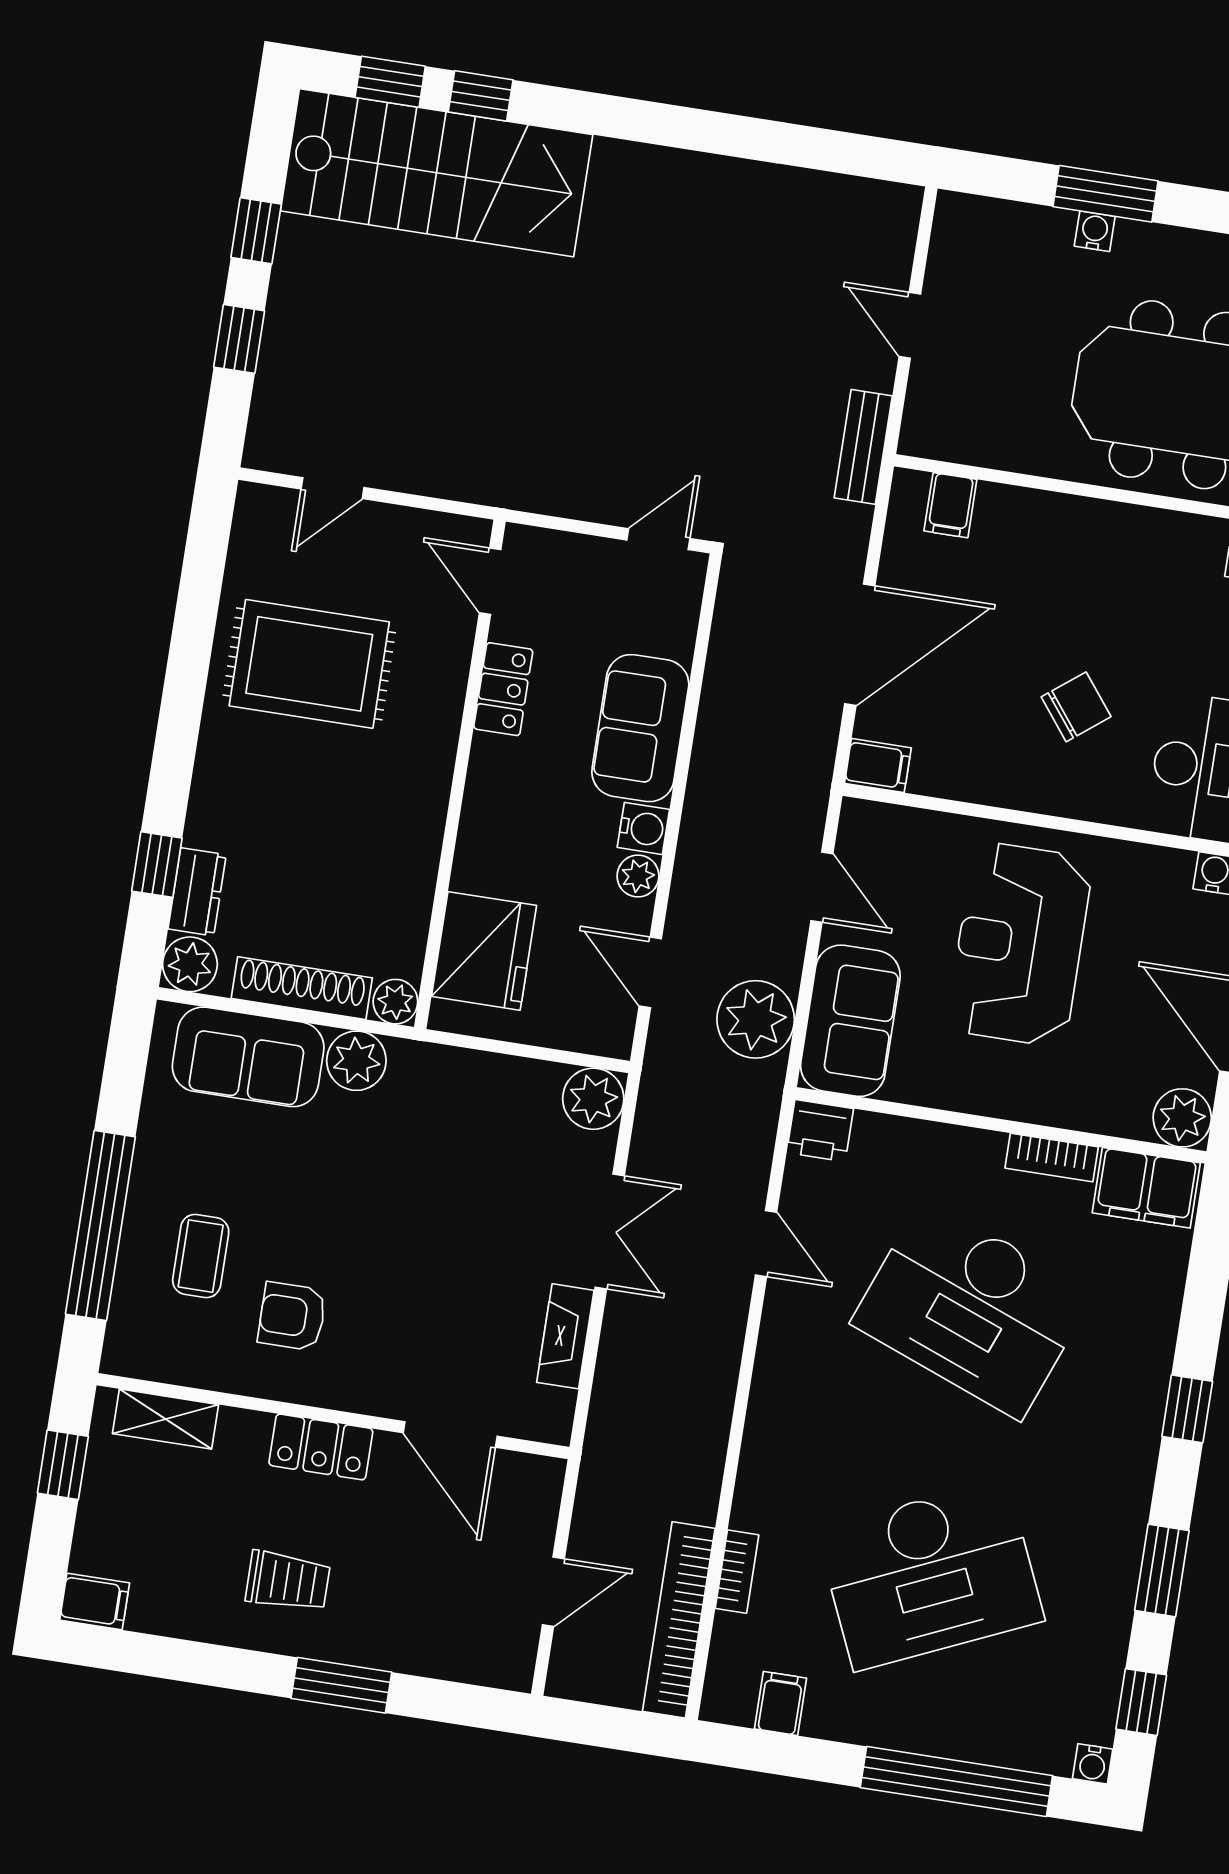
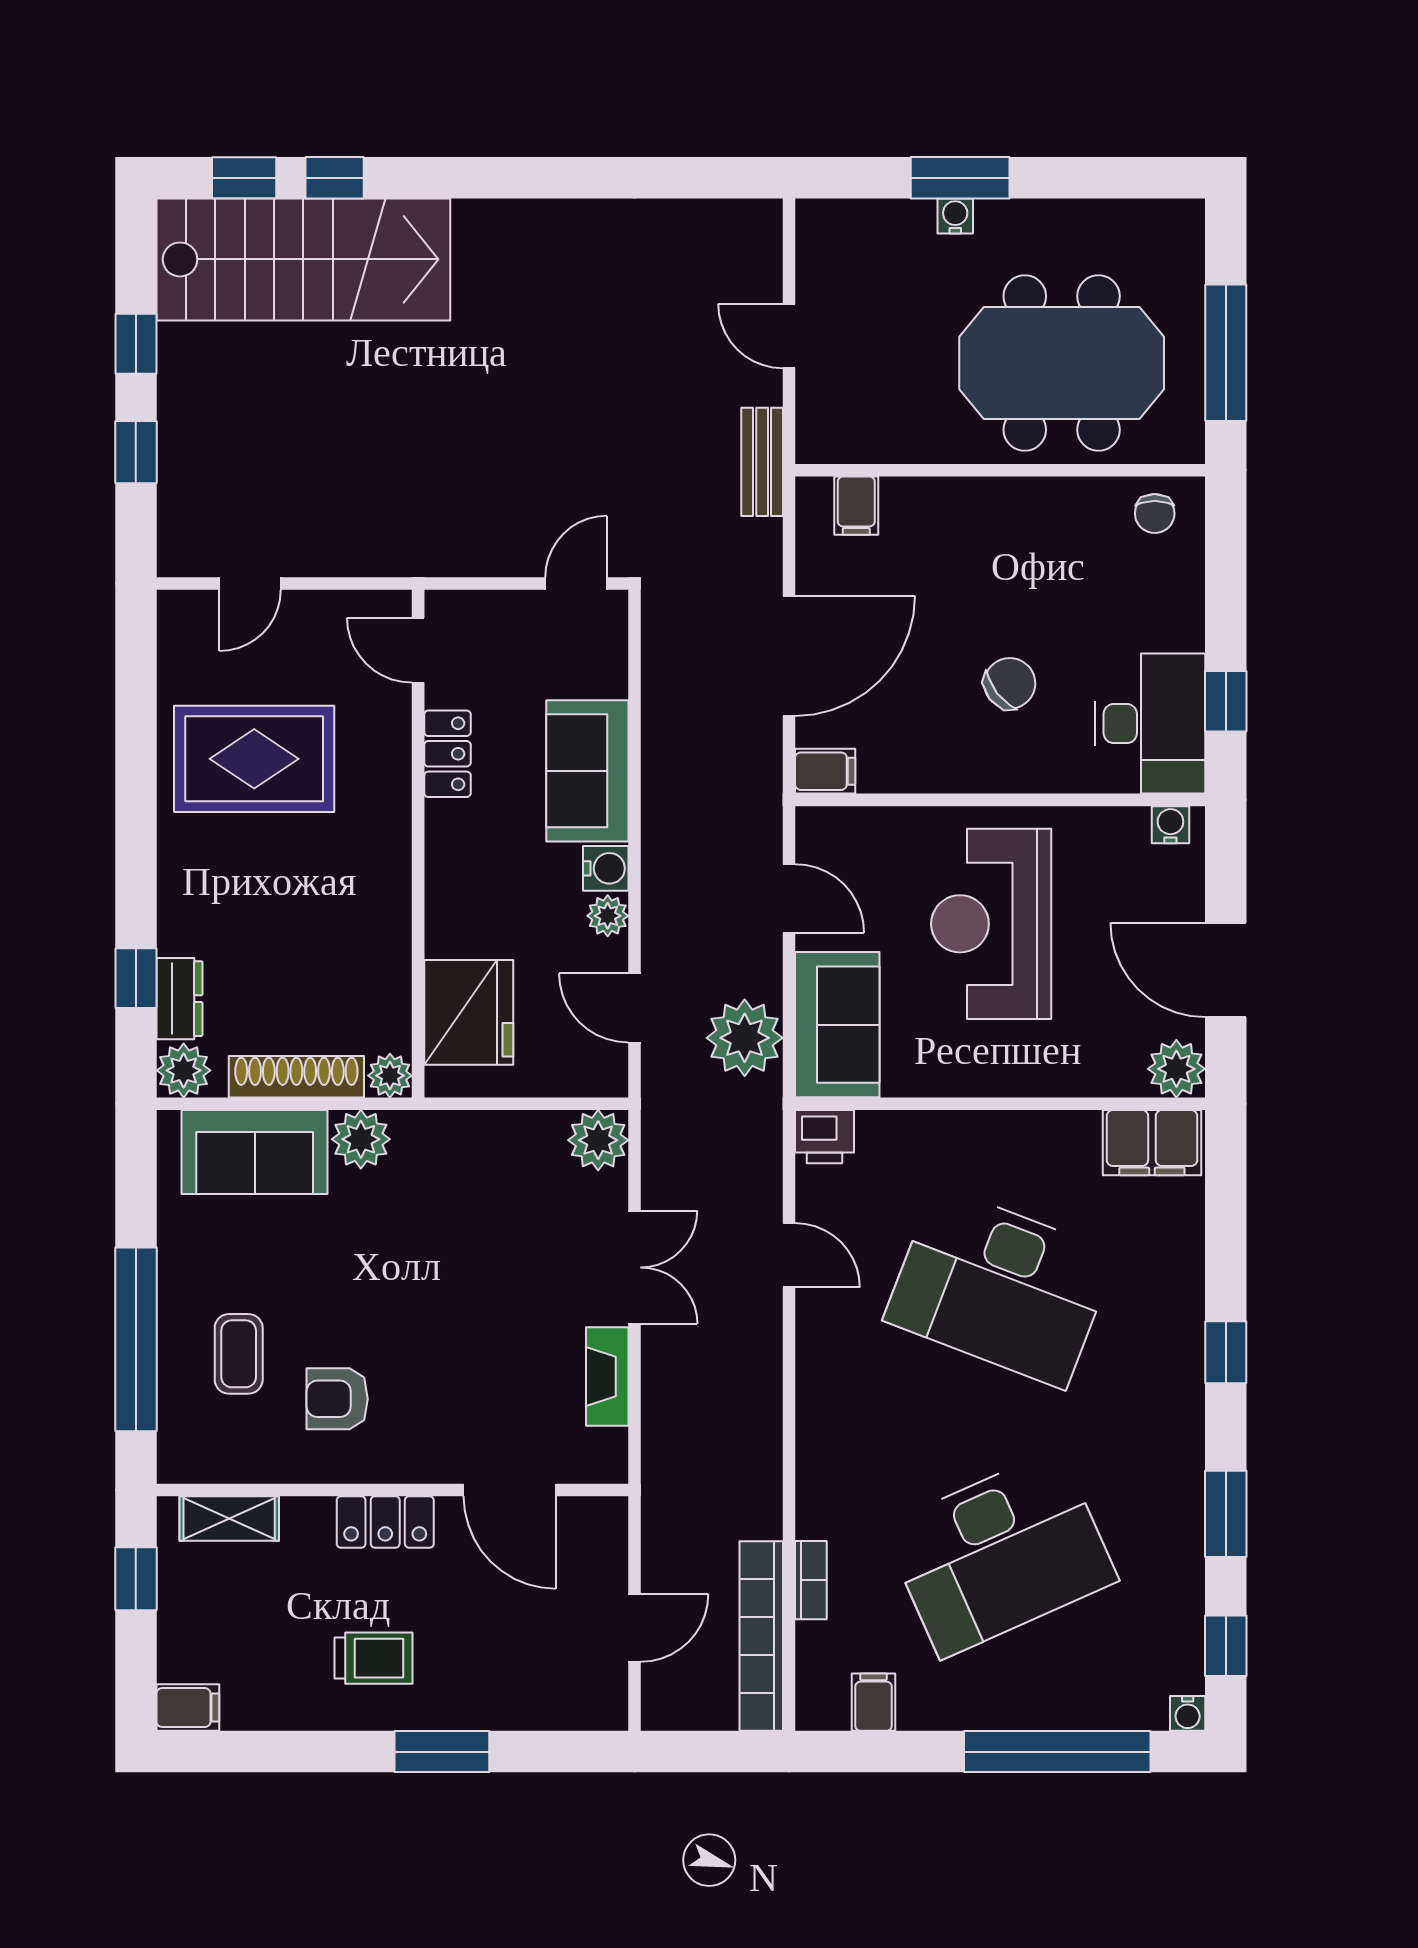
bookcase: (1052, 1158) -> (1055, 1127), removed

